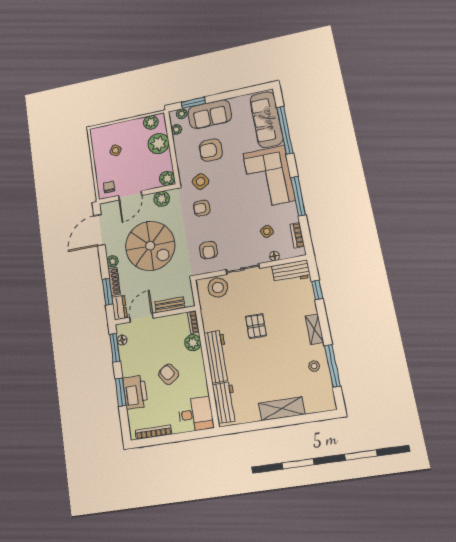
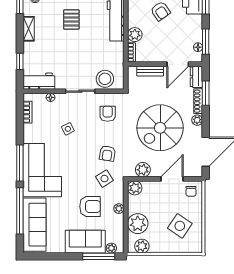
window: (193, 103) -> (99, 256), width x1.44
plant: (176, 130) -> (119, 209), moved
side table: (116, 150) -> (180, 226), width x1.87, depth x1.87
window: (298, 196) -> (20, 163), moved
armchair: (202, 208) -> (107, 153), turned 99
side table: (267, 231) -> (68, 129), moved
spiral stairs: (150, 246) -> (160, 128), turned -90
pallet: (256, 326) -> (71, 20), moved

